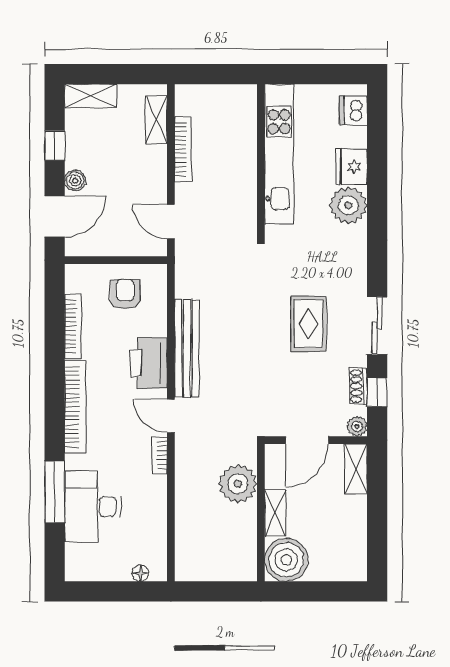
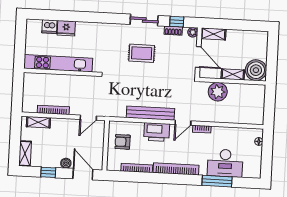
dishwasher: (353, 110) -> (49, 27), moved
plant: (348, 205) -> (85, 31), removed

